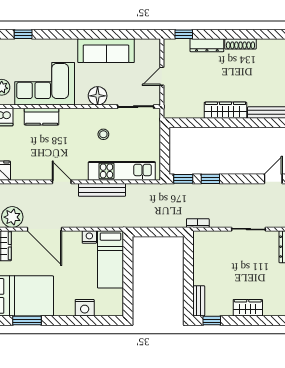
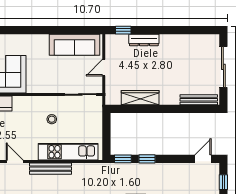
shoe rack: (240, 44) -> (174, 39), removed
sofa: (106, 51) -> (74, 45), moved
floor lamp: (98, 96) -> (47, 85), removed
wardrobe: (225, 110) -> (140, 98), moved

